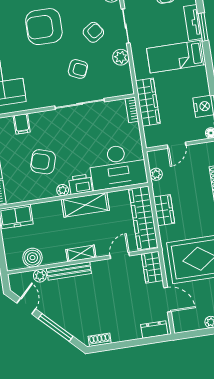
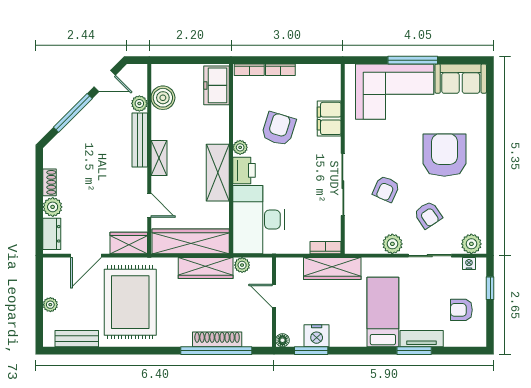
filing cabinet: (22, 124) -> (329, 118), width x2.00
wardrobe: (164, 210) -> (206, 268), width x1.50
plant: (133, 332) -> (53, 207), added
shoe rack: (100, 340) -> (50, 182), moved

